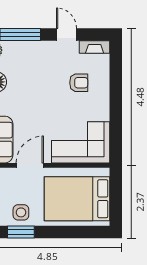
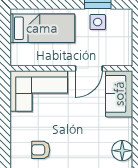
bed: (77, 199) -> (42, 28), width x0.67

